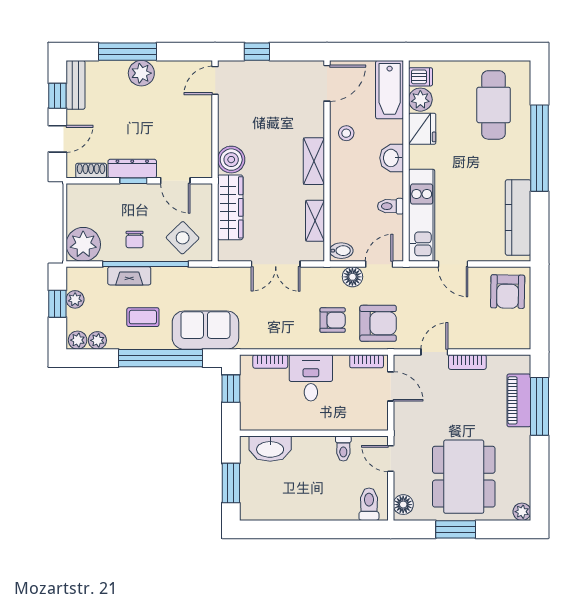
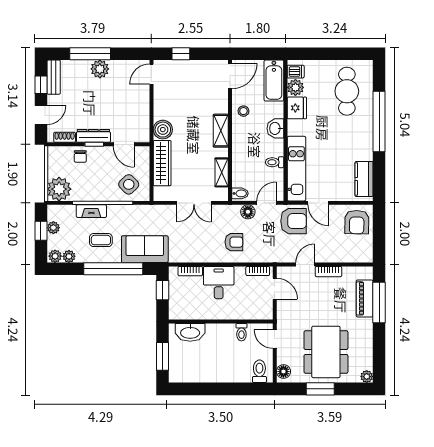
kitchen counter: (518, 217) -> (364, 179), width x0.67
chair: (135, 239) -> (80, 156), moved
armchair: (378, 323) -> (294, 221), moved

